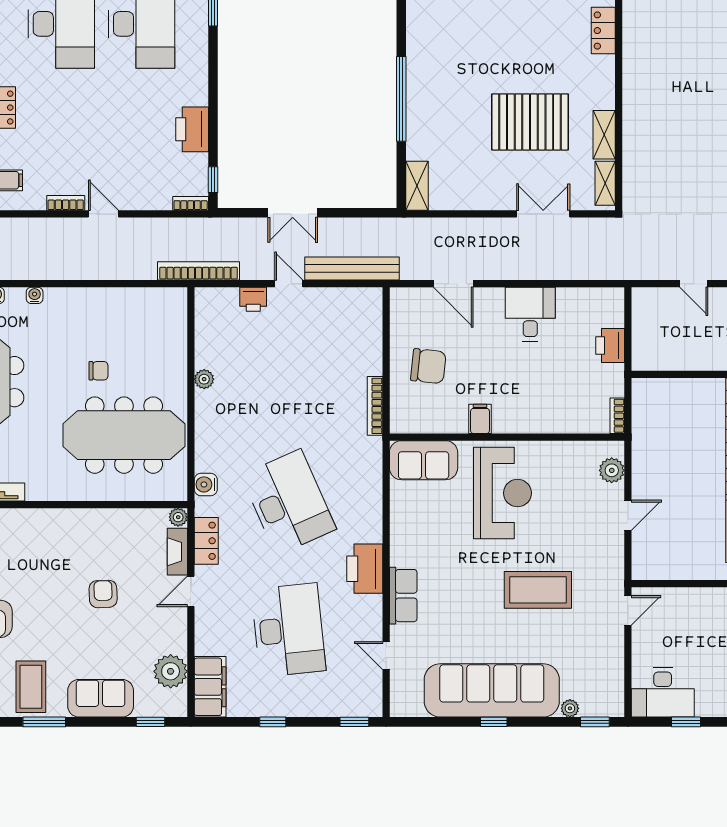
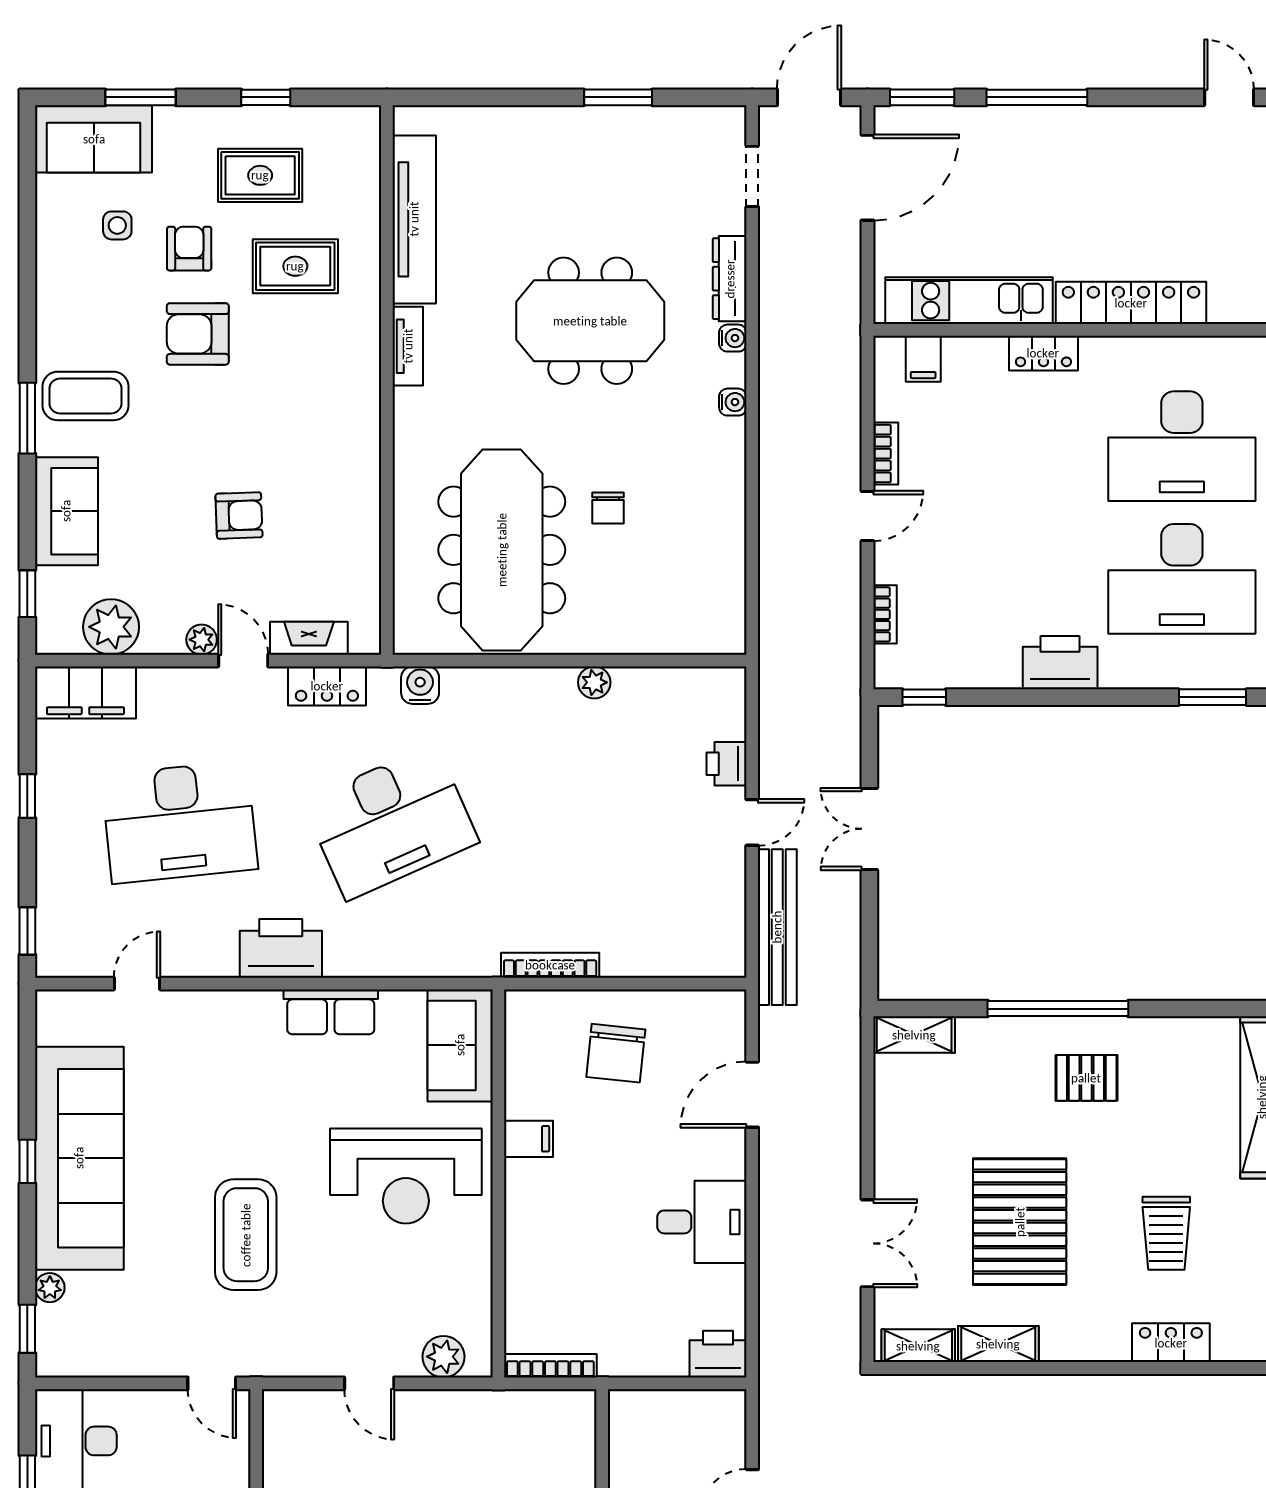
trolley: (537, 33) -> (1166, 1233), added
pallet: (443, 82) -> (1086, 1078), added
printer: (192, 129) -> (1060, 663), moved
bookcase: (191, 203) -> (885, 614), moved
bookcase: (199, 271) -> (773, 673), removed
printer: (610, 345) -> (718, 1354), moved
bookcase: (617, 416) -> (550, 1366), width x1.56
plant: (178, 517) -> (202, 640), moved
row of seats: (403, 596) -> (331, 1012), moved

